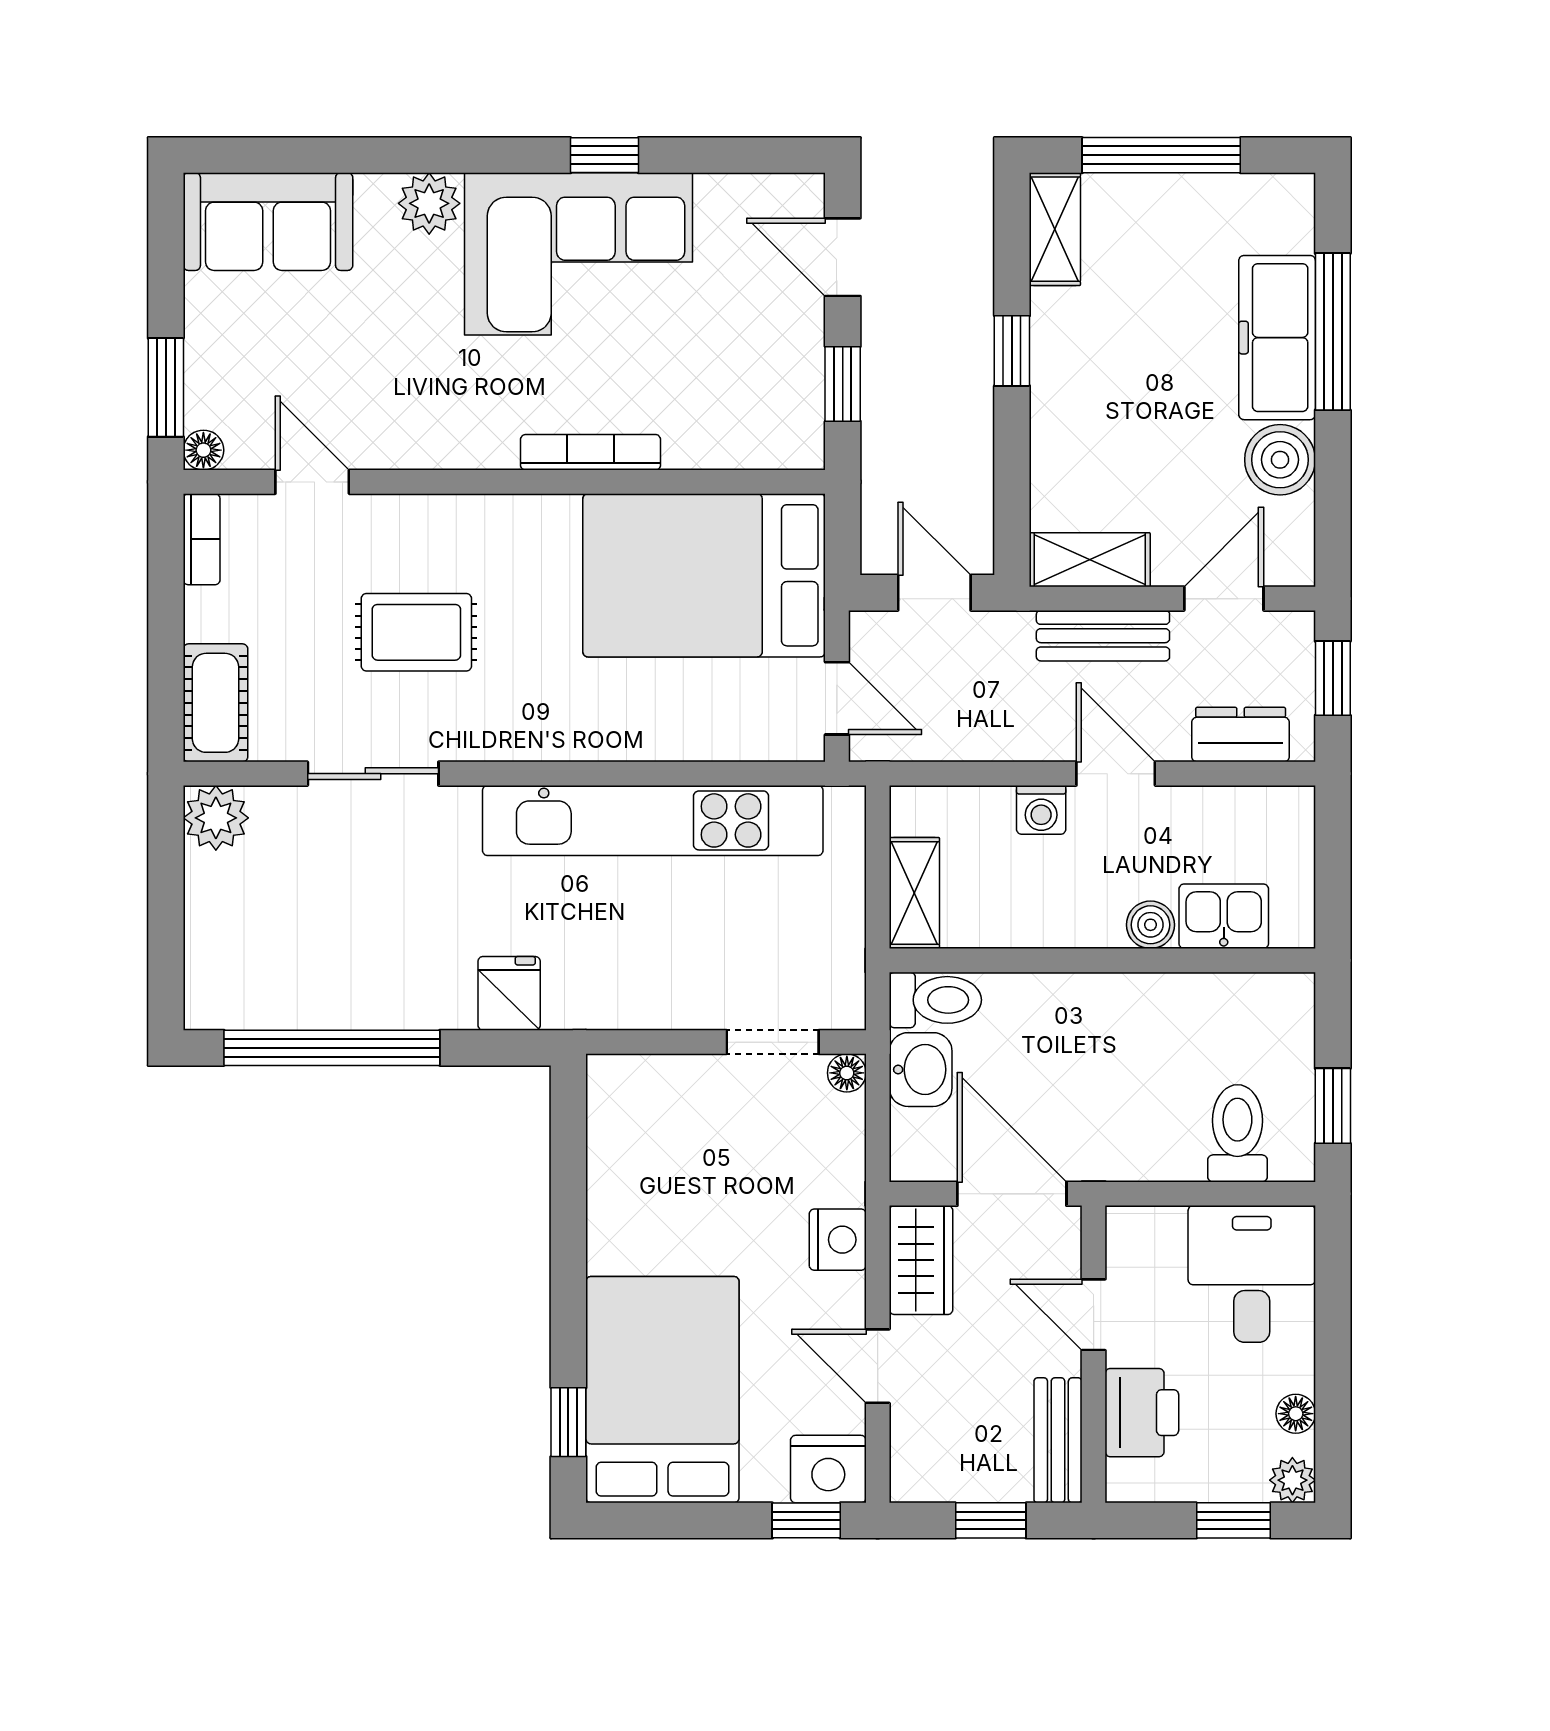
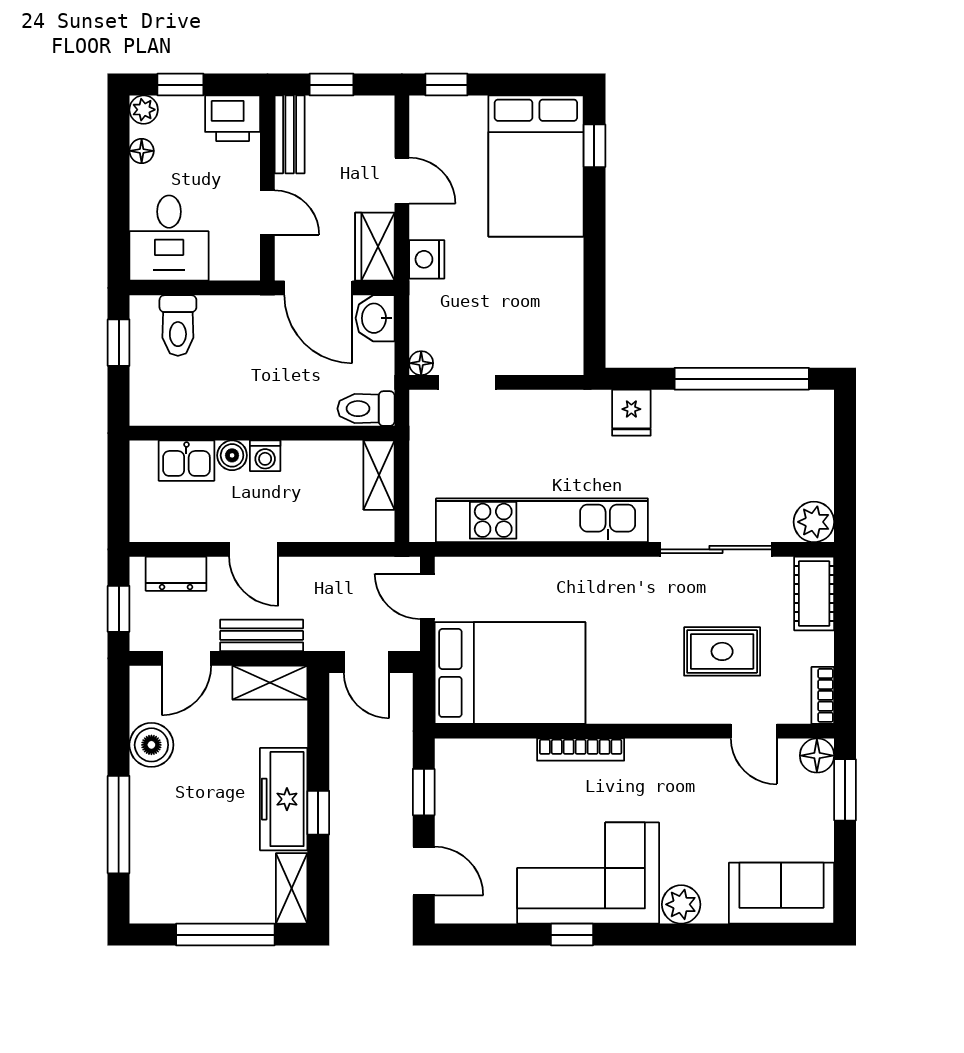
freezer: (1277, 338) -> (284, 799), moved, turned 180
floor lamp: (203, 450) -> (817, 756), width x1.37, depth x1.37
rug: (416, 632) -> (722, 651), moved
sliding door: (373, 774) -> (716, 549), width x1.37
washing machine: (1041, 810) -> (265, 456), moved, turned 180
washbasin: (921, 1070) -> (375, 318), moved
printer: (1142, 1413) -> (233, 118), moved, turned -90
nightstand: (828, 1469) -> (433, 116), removed

